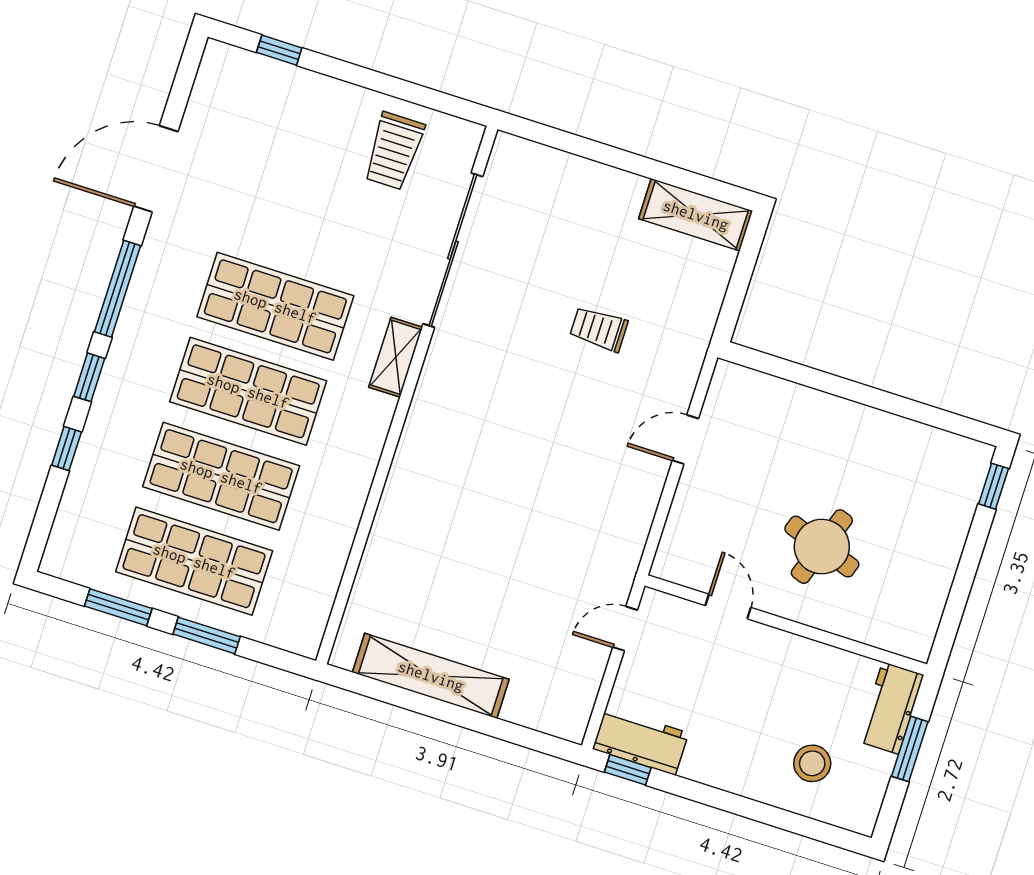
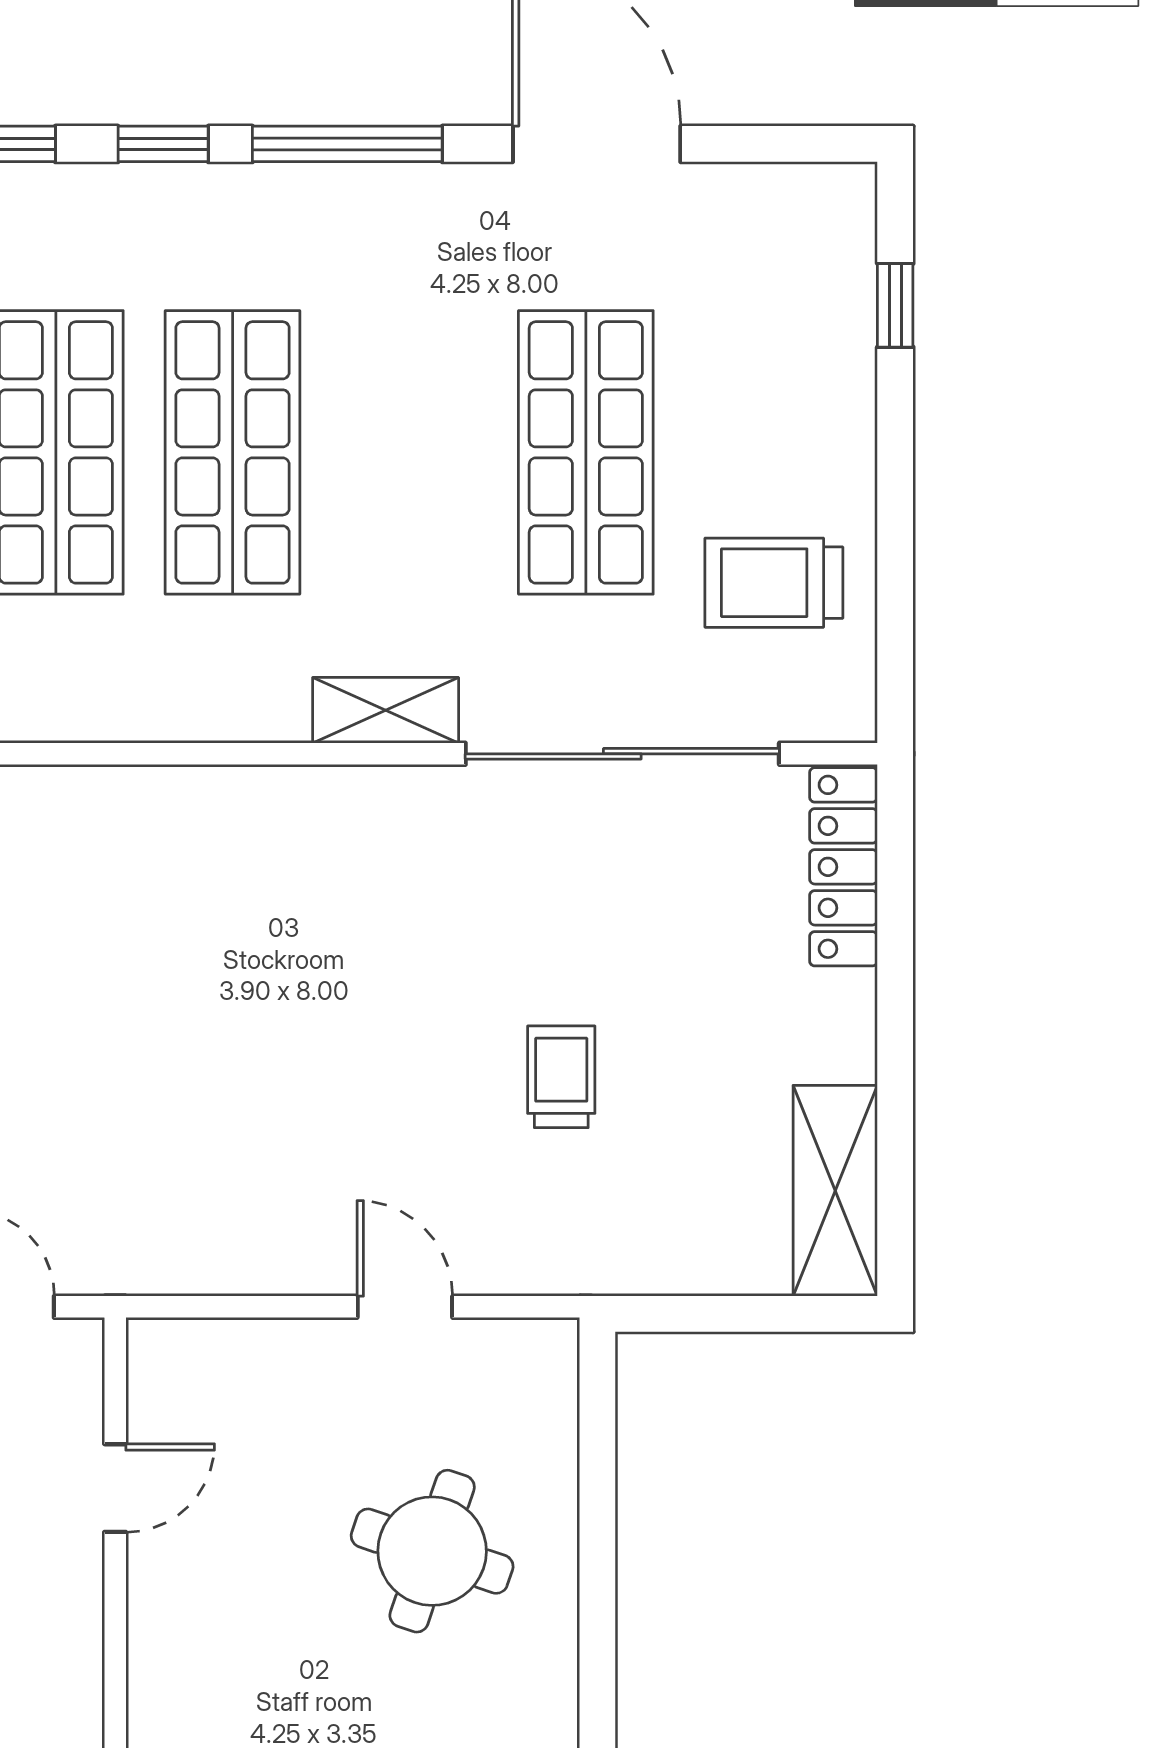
locker: (541, 161) -> (844, 867), added
shop shelf: (275, 306) -> (586, 452), moved
round table: (822, 547) -> (432, 1551), moved

